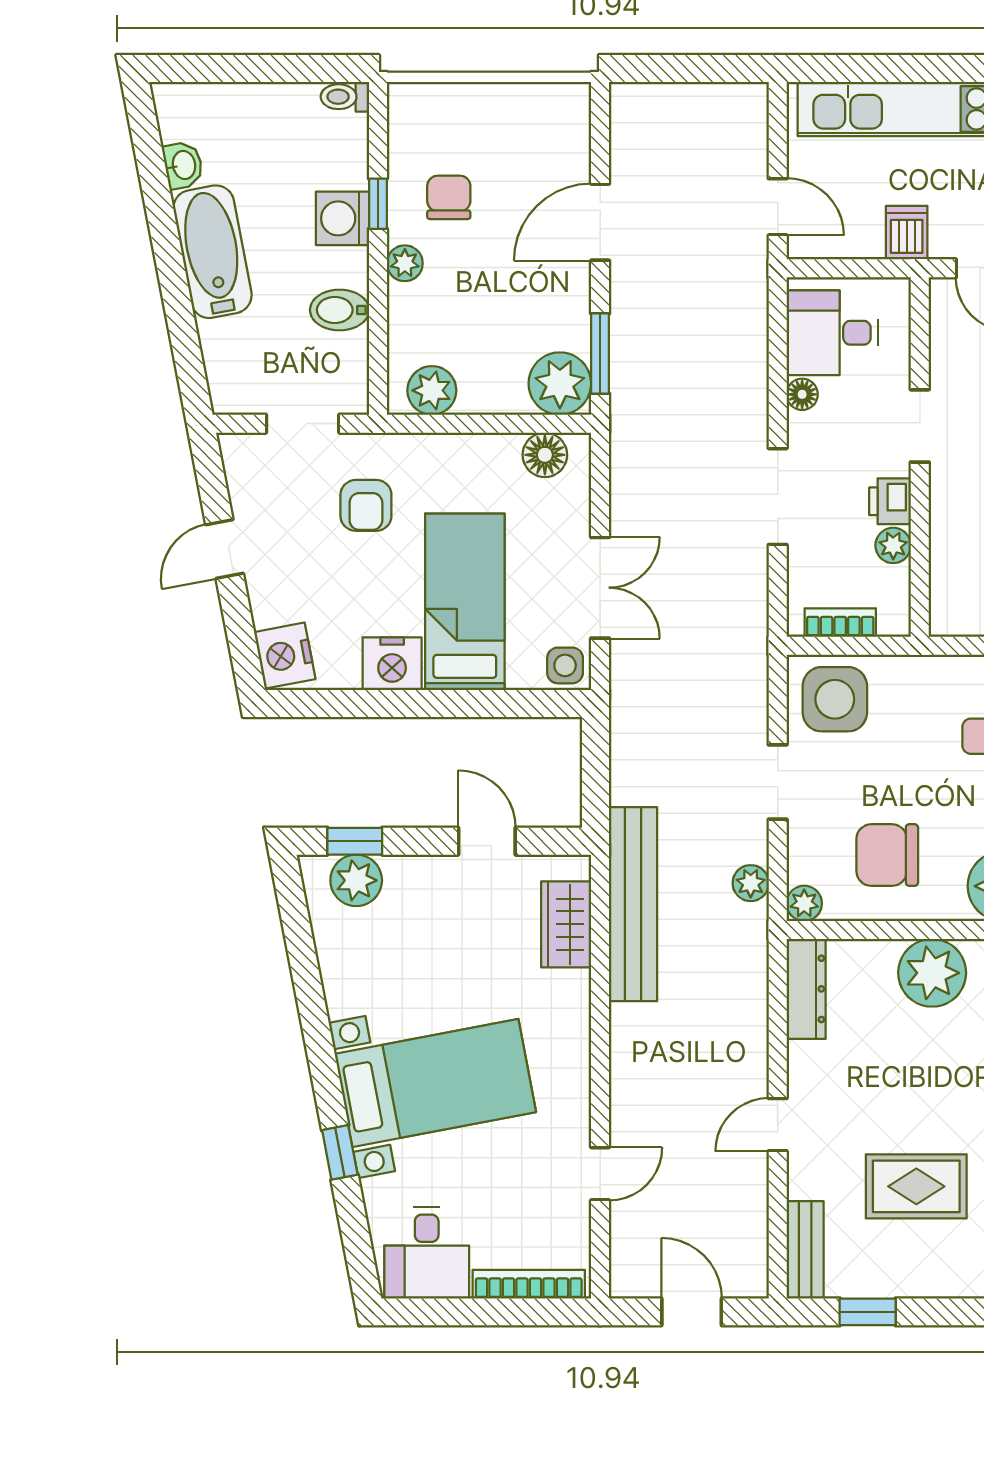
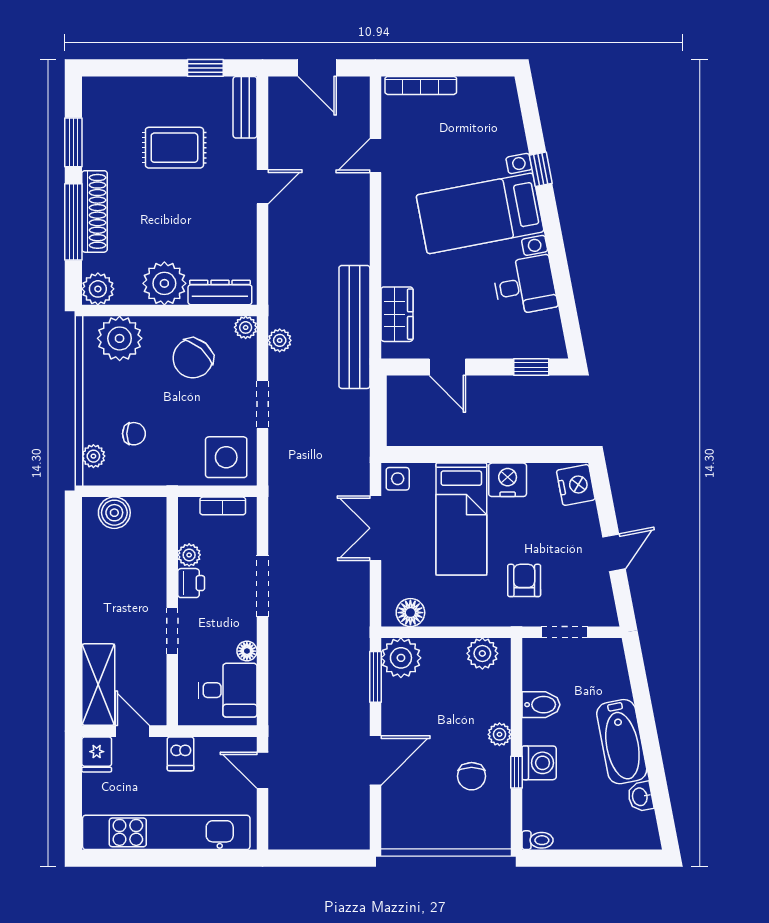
chair: (887, 855) -> (193, 358), turned 131
plant: (356, 880) -> (530, 342), removed
dresser: (806, 989) -> (220, 292), moved, turned 90
desk: (427, 1253) -> (525, 286), moved, turned 79

